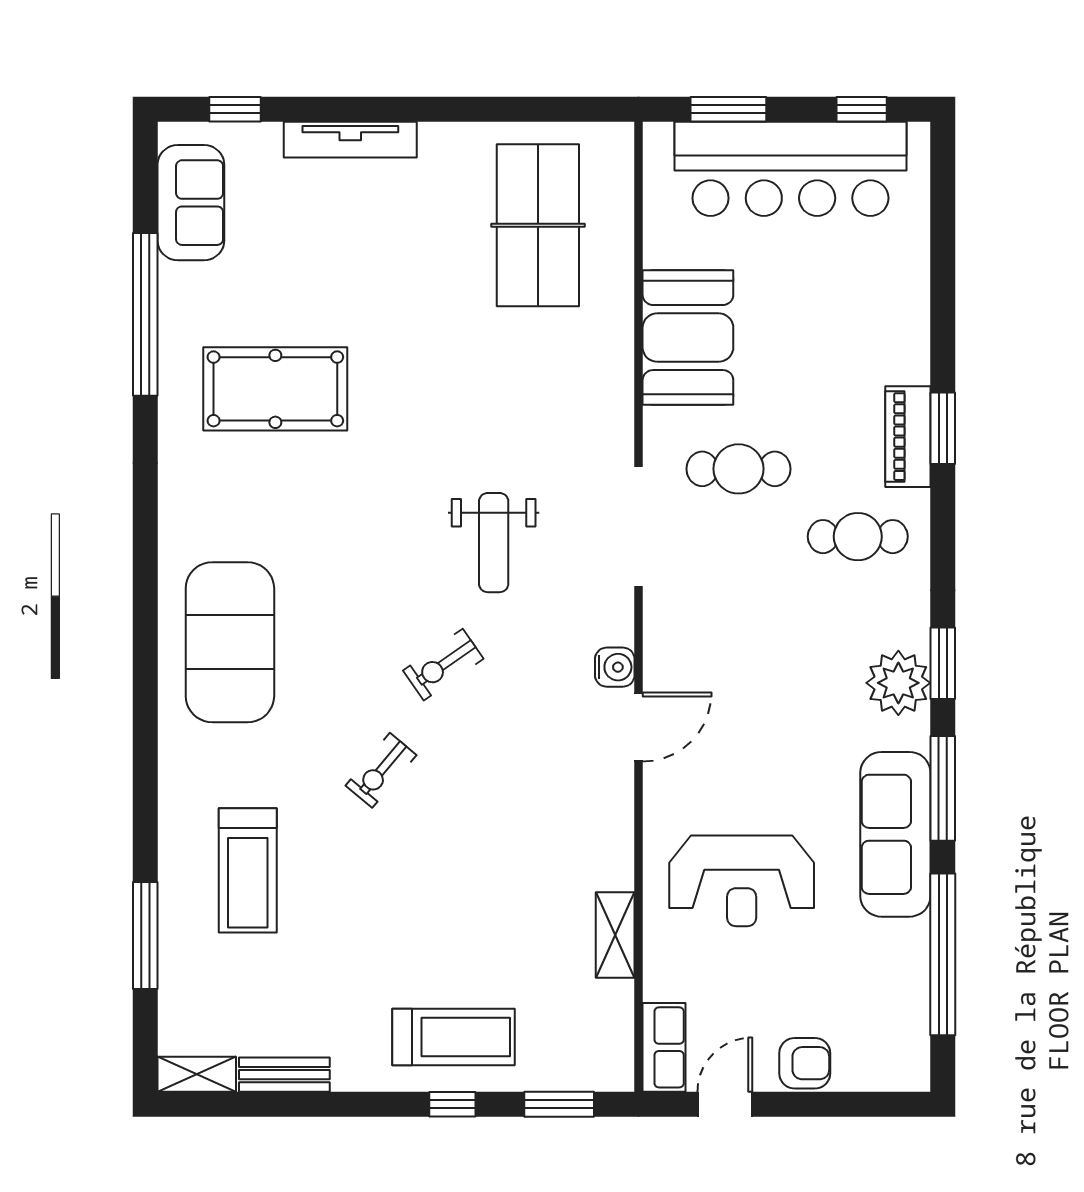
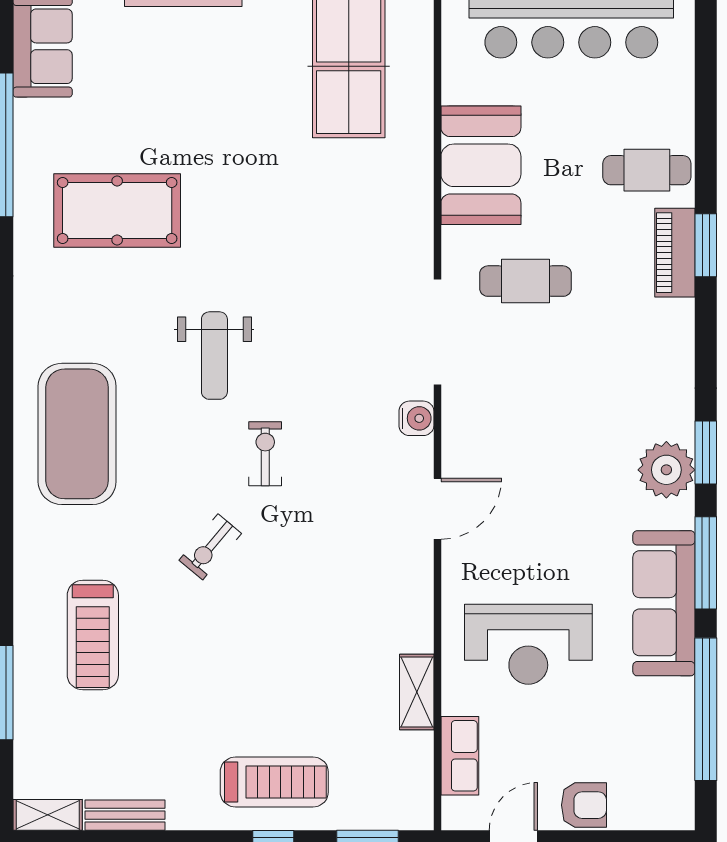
cafe table: (858, 537) -> (647, 170), moved
weight bench: (494, 543) -> (214, 356), moved
exercise bike: (443, 665) -> (265, 454), turned 125
water cooler: (615, 667) -> (416, 418), moved
row of seats: (664, 1047) -> (460, 756), moved

